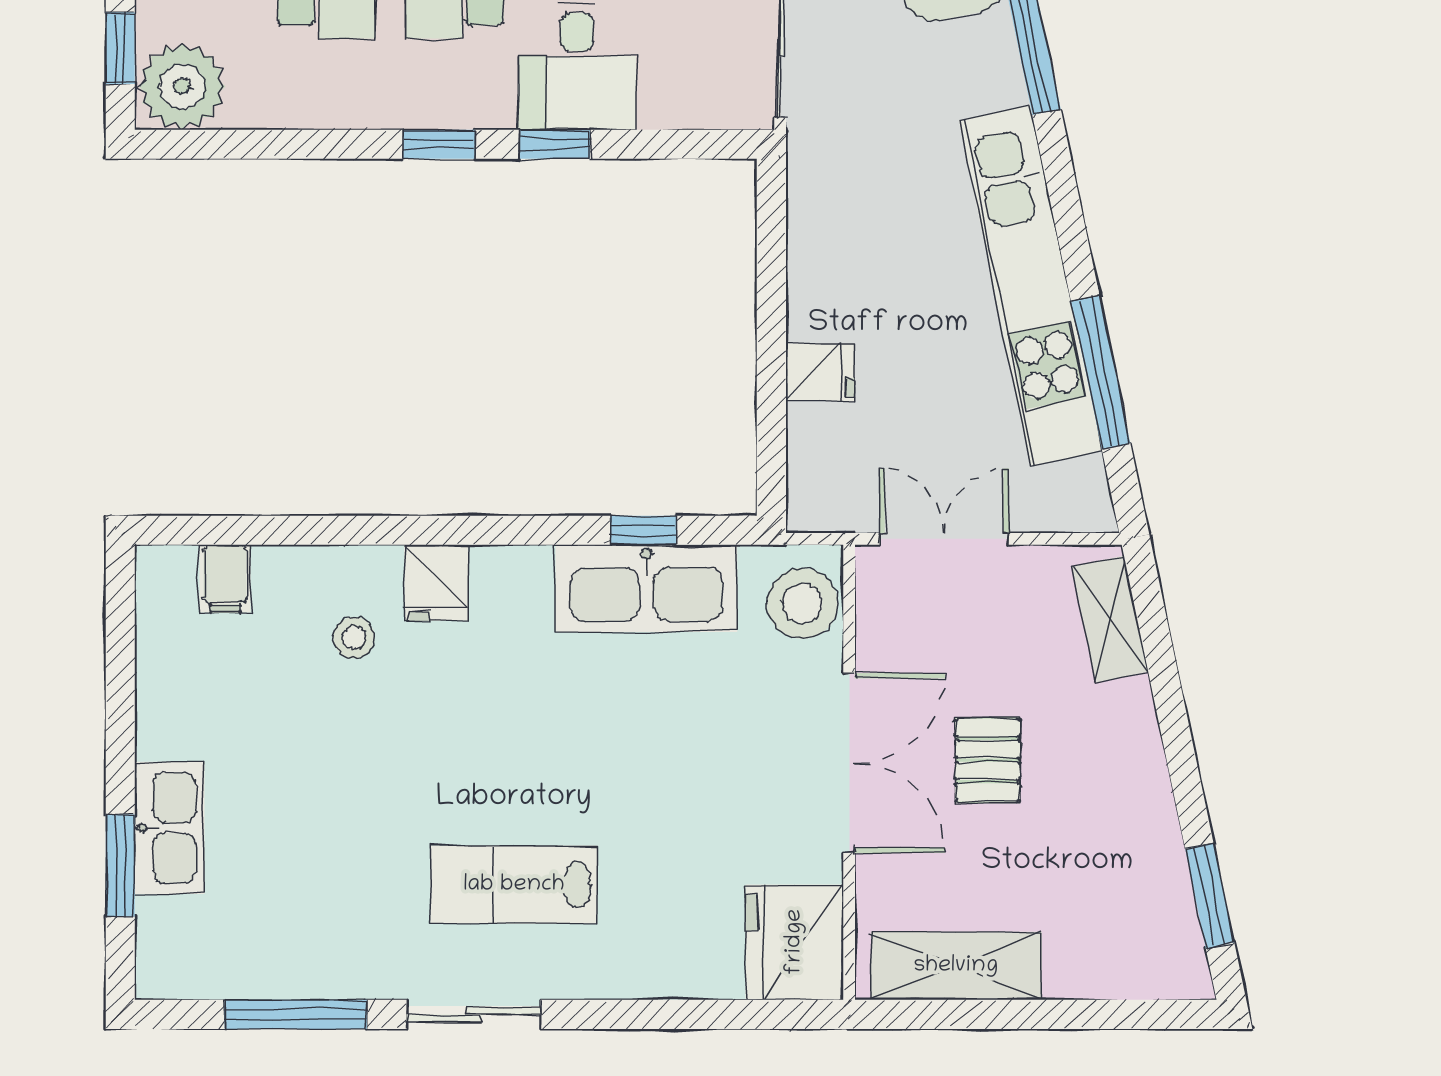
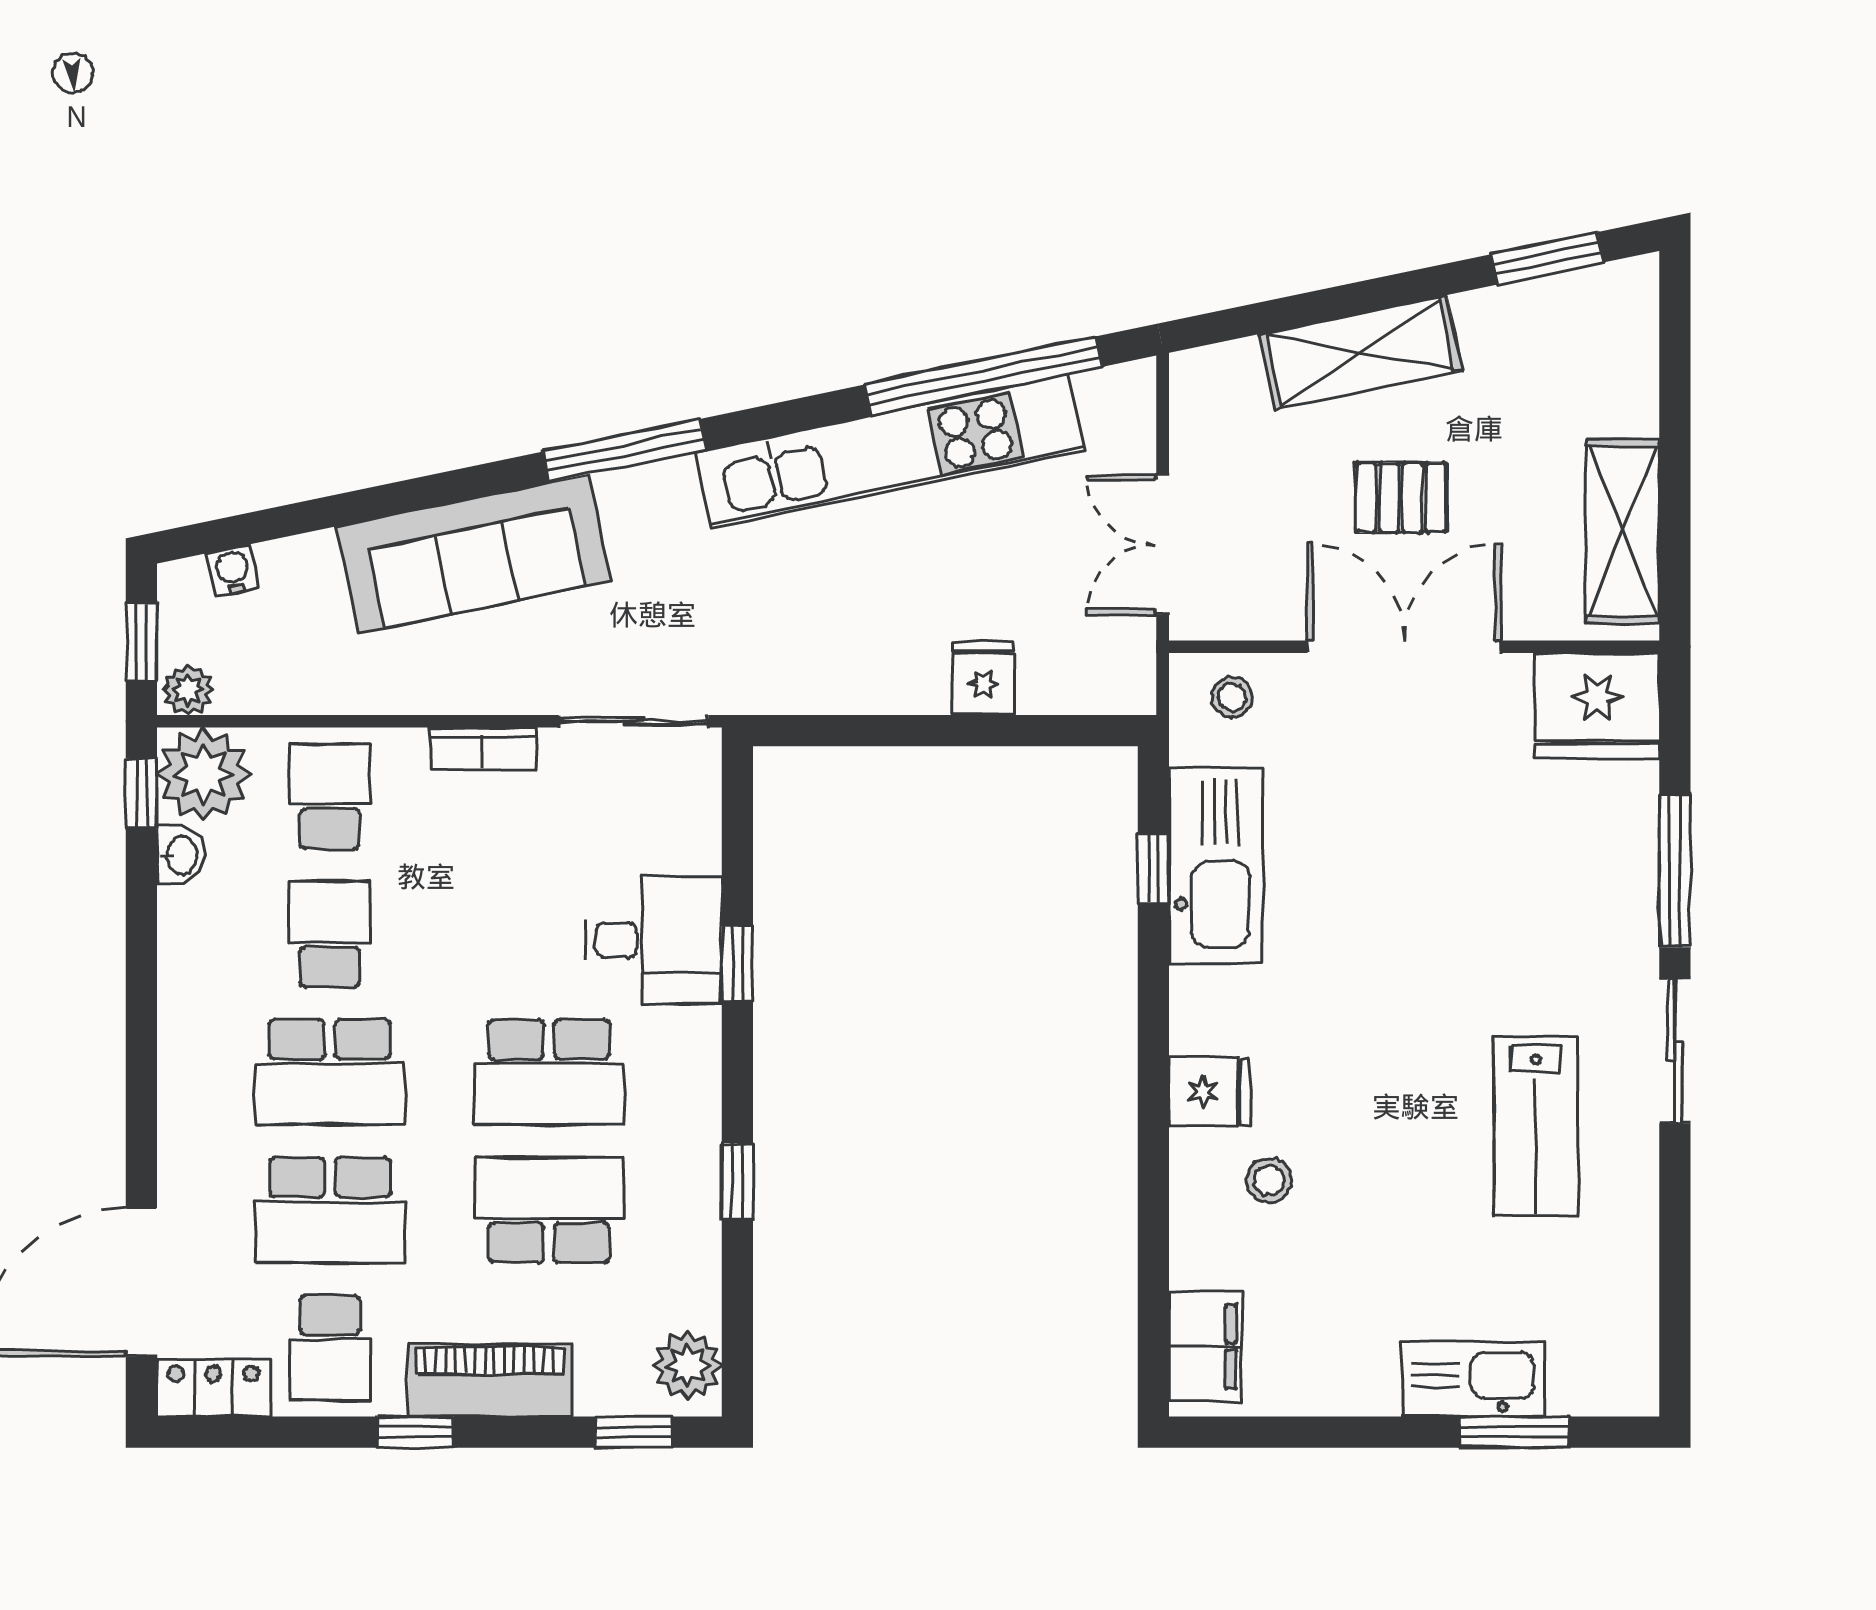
plant: (182, 86) -> (688, 1365), width x0.73, depth x0.73
window: (439, 144) -> (737, 1181), moved
window: (1101, 372) -> (983, 376), width x1.46
filing cabinet: (225, 579) -> (1205, 1347), width x2.00
stool: (802, 603) -> (1232, 697), width x0.53, depth x0.53
shelving: (1110, 619) -> (1361, 352), moved, width x1.50, depth x1.33
lab bench: (514, 885) -> (1536, 1126), moved
window: (296, 1014) -> (1675, 871), moved

